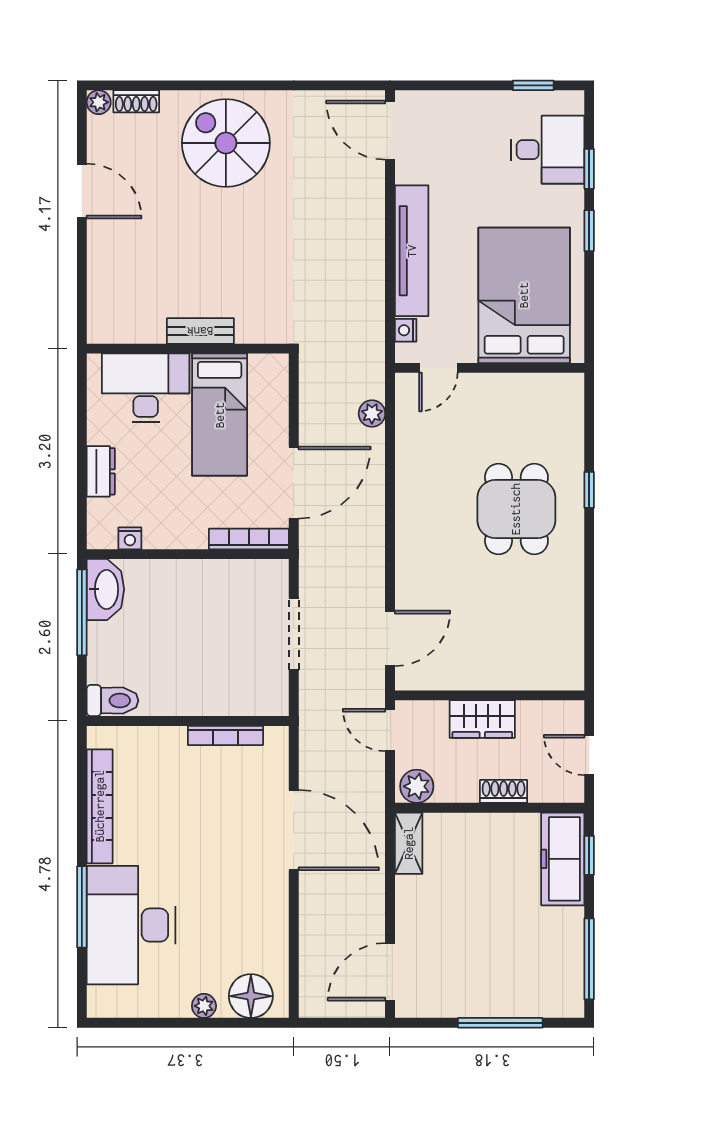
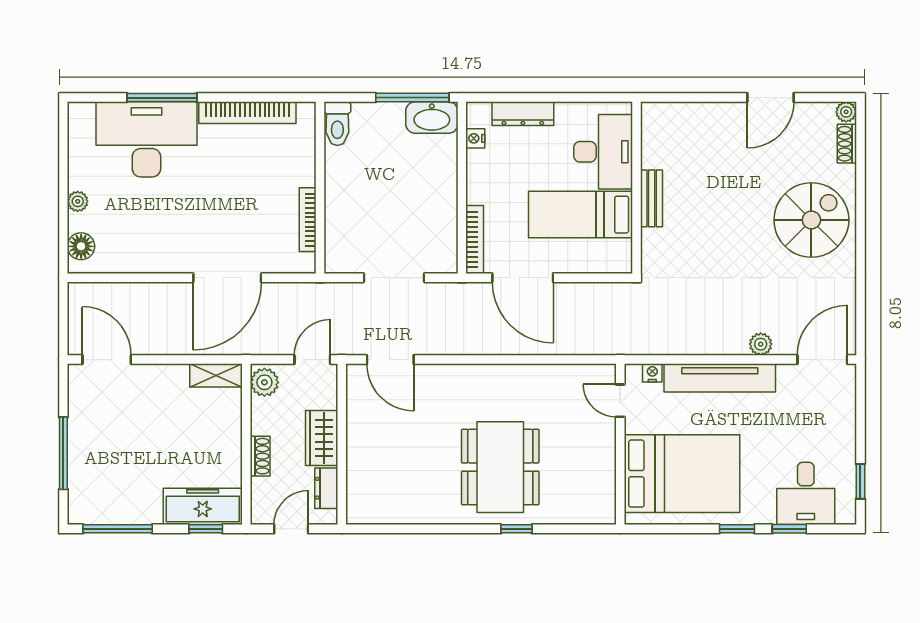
plant: (372, 413) -> (761, 344), moved
dresser: (101, 471) -> (523, 114), width x1.44
dining table: (516, 509) -> (500, 467), width x1.38
dresser: (541, 714) -> (326, 488), added
floor lamp: (251, 996) -> (81, 246), width x0.73, depth x0.73

